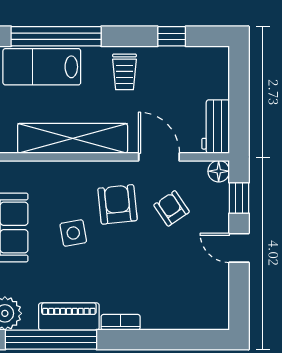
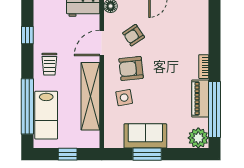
trolley: (124, 72) -> (49, 64), turned 90
side table: (73, 233) -> (124, 98), moved

